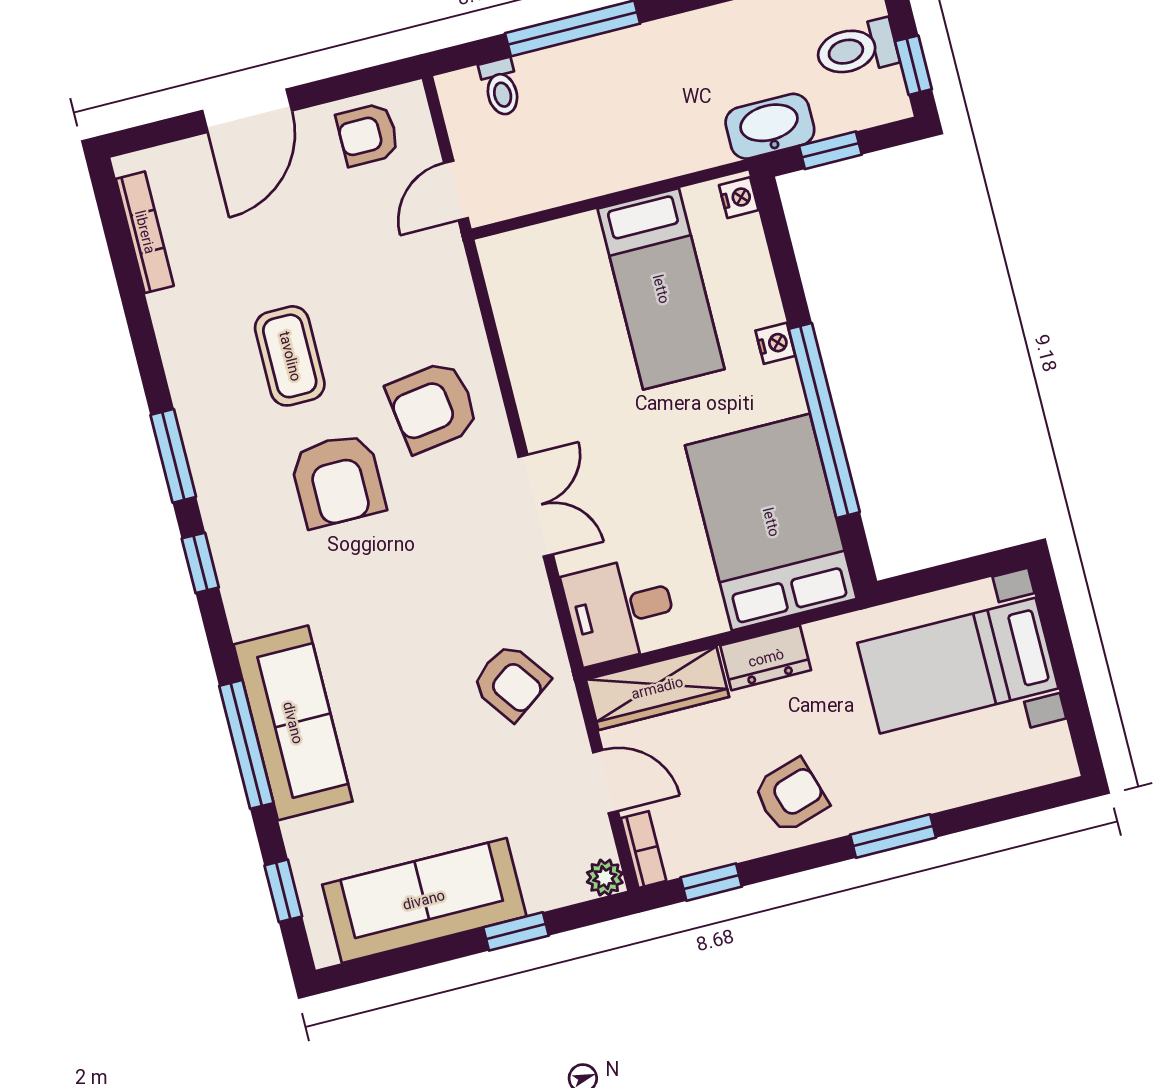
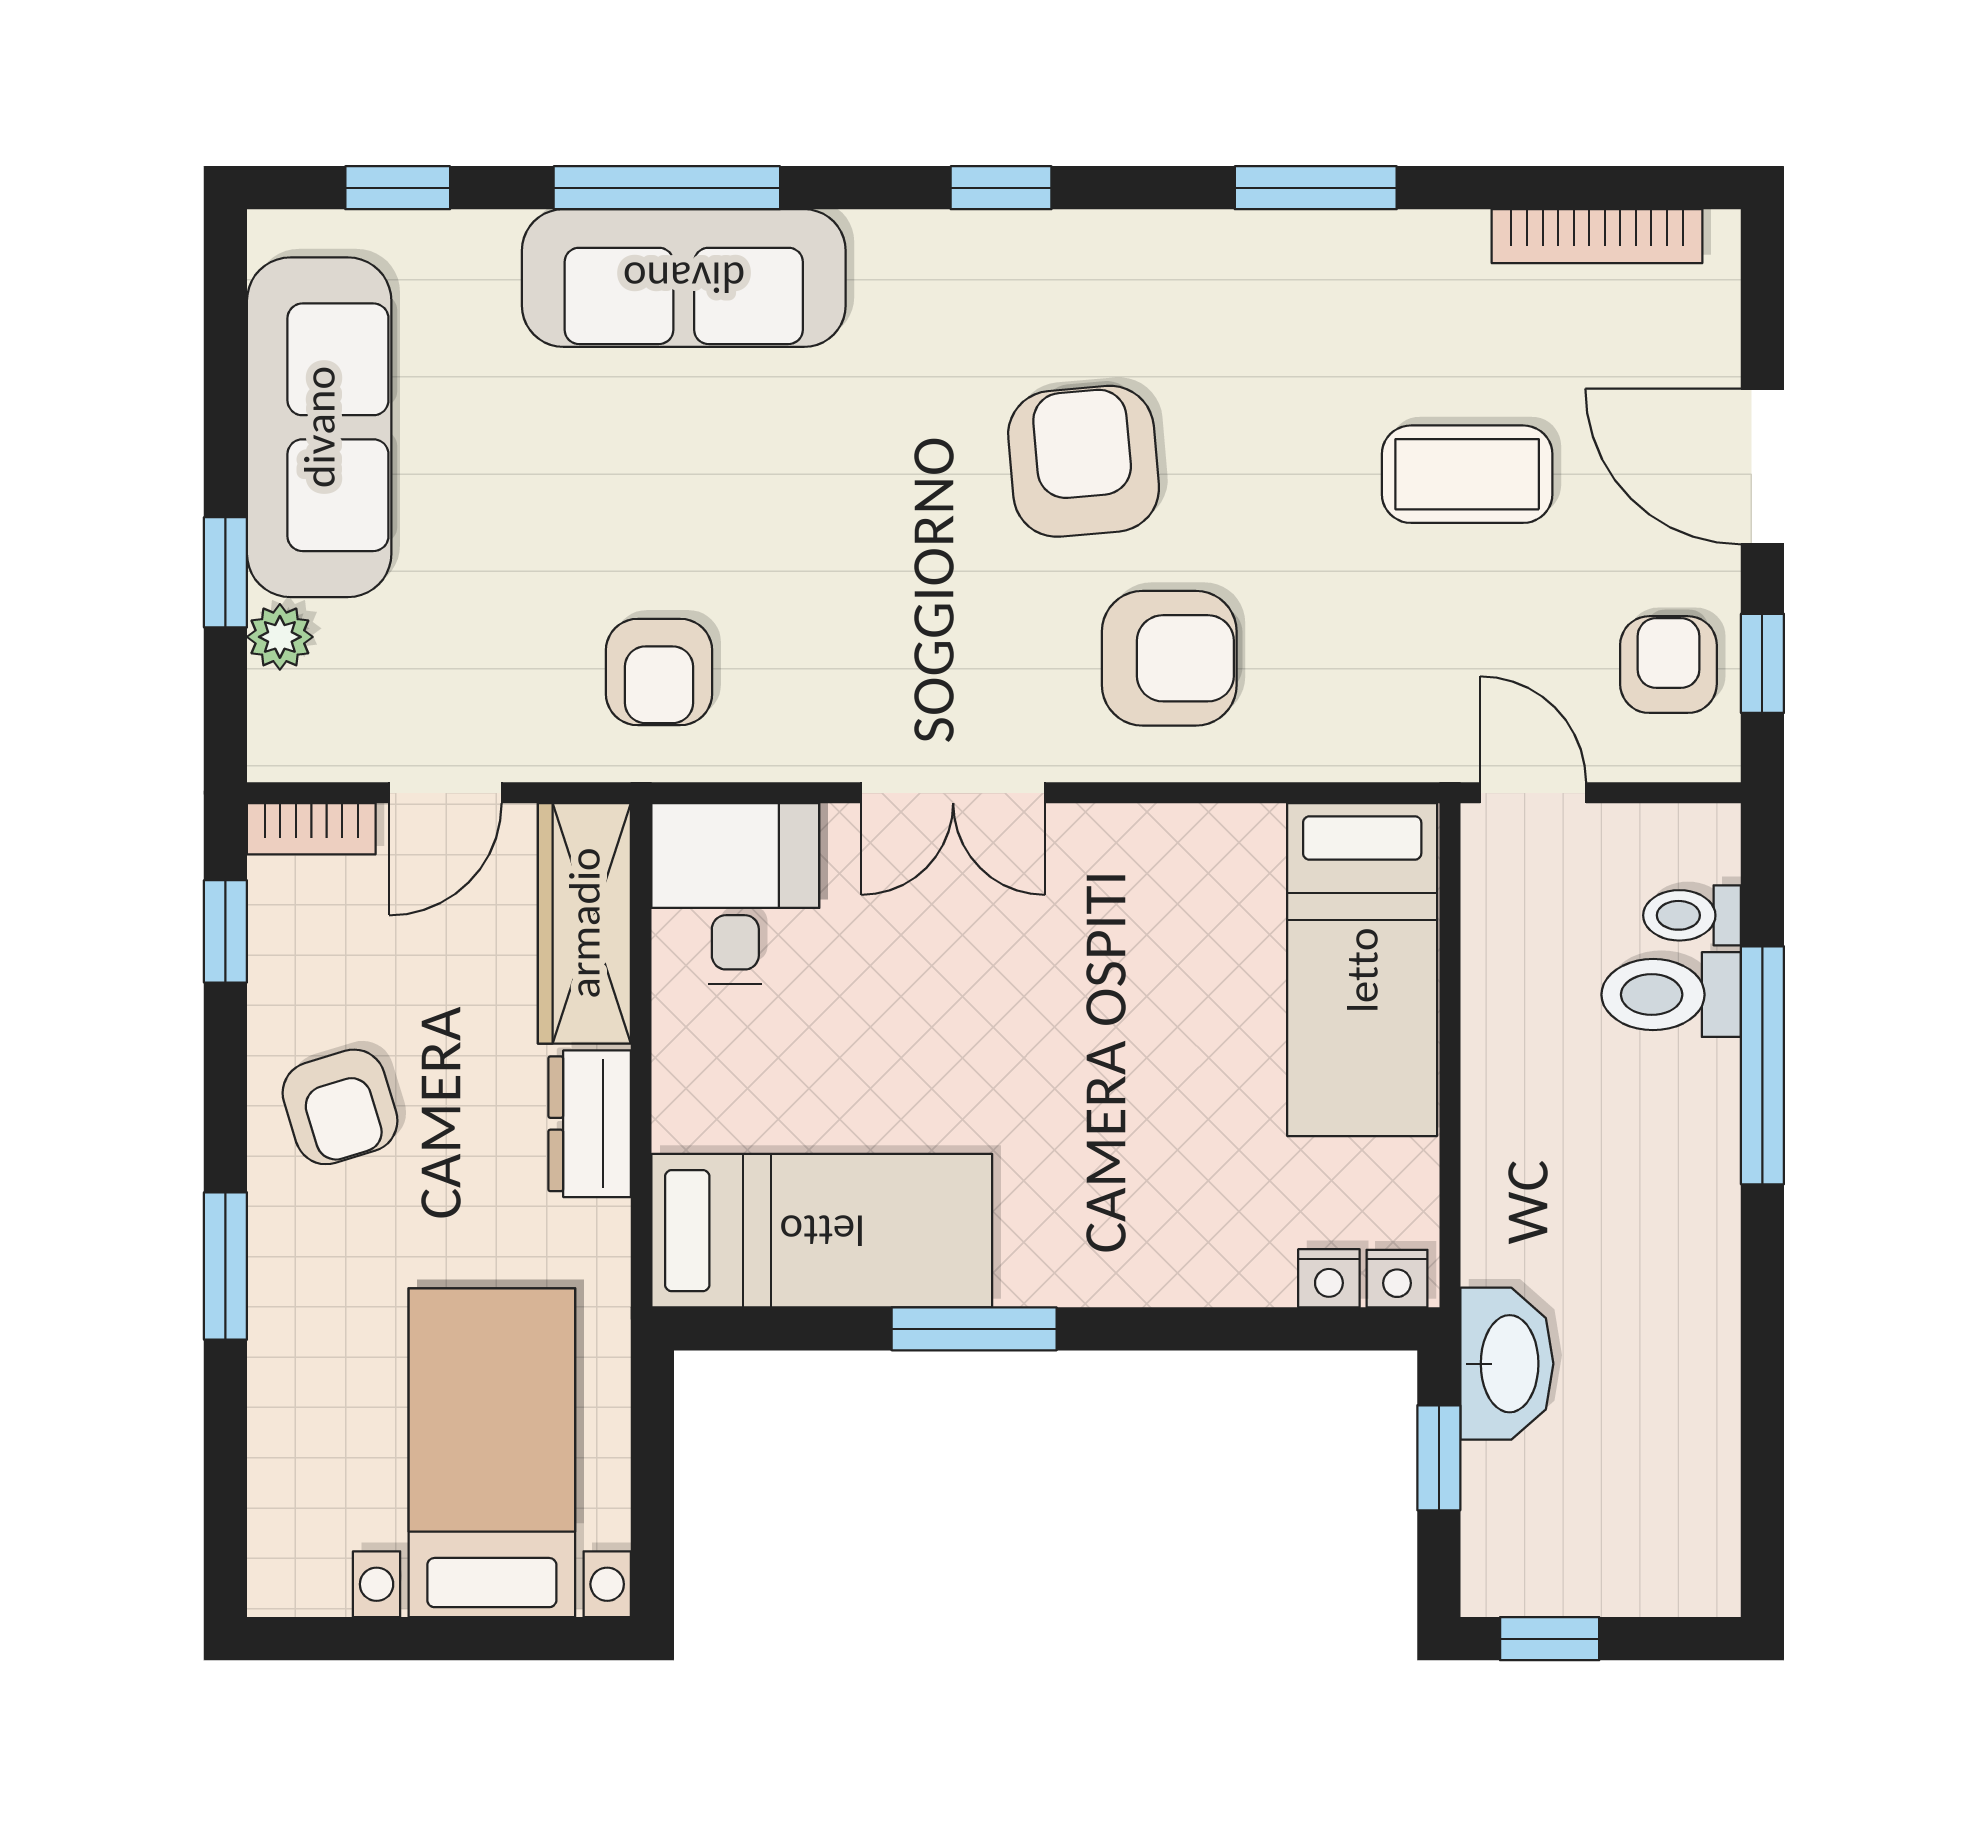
toilet: (857, 49) -> (1671, 995), moved, turned -90
window: (354, 84) -> (1762, 663), added
bed: (661, 289) -> (1362, 970), moved, turned -90
nightstand: (775, 343) -> (1329, 1278), moved
coffee table: (290, 356) -> (1467, 474), moved
armchair: (433, 407) -> (1169, 658), turned 98
window: (824, 421) -> (974, 1329), width x0.47
window: (173, 456) -> (1316, 188), moved
armchair: (338, 480) -> (1084, 461), turned 85
bed: (771, 522) -> (822, 1231), width x0.67
armchair: (511, 682) -> (659, 672), turned -54
plant: (605, 878) -> (280, 637), moved

